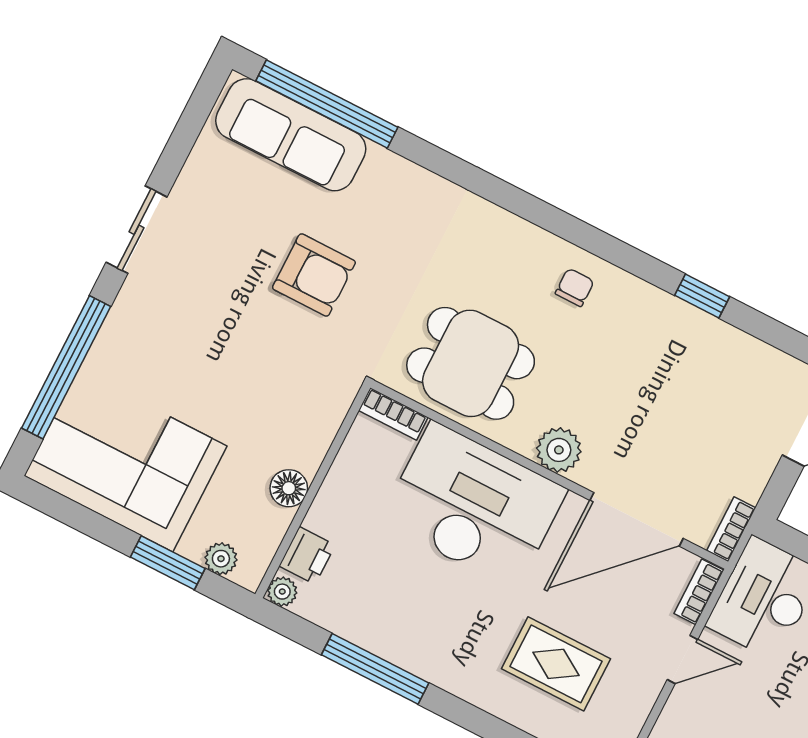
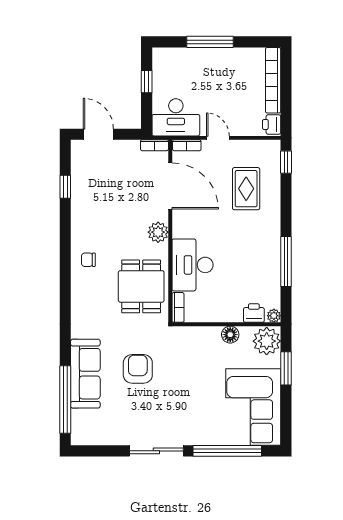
sofa: (291, 135) -> (85, 374), moved
sliding door: (137, 230) -> (156, 451), width x1.37
window: (702, 296) -> (65, 187), moved
desk: (474, 506) -> (192, 265), width x0.73, depth x0.77
plant: (221, 559) -> (267, 341), width x1.87, depth x1.87

